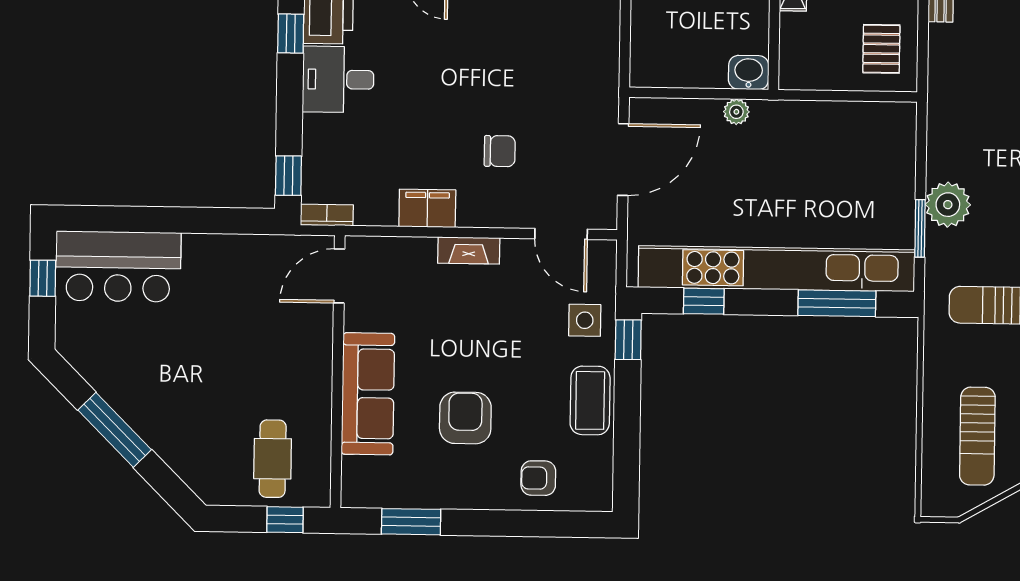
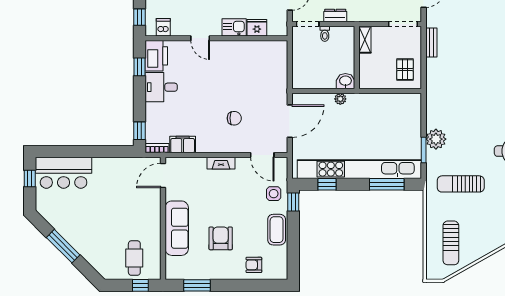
filing cabinet: (427, 208) -> (183, 144), moved

